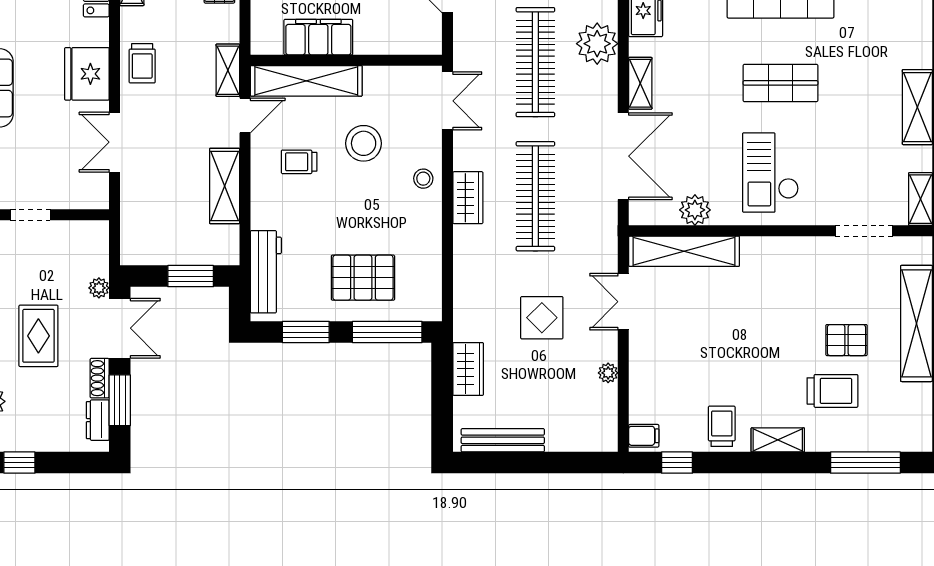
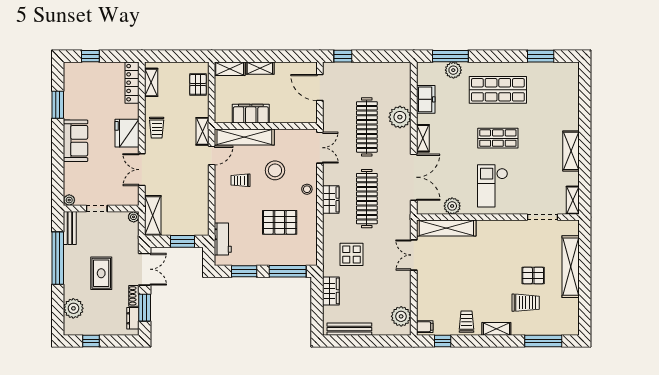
shelving: (225, 186) -> (153, 215), moved
workbench: (266, 272) -> (223, 239), width x0.73
pallet: (363, 278) -> (280, 222), moved
plant: (99, 288) -> (134, 217), moved
display table: (542, 318) -> (352, 254), moved
plant: (608, 373) -> (401, 316), moved, width x1.87, depth x1.87

